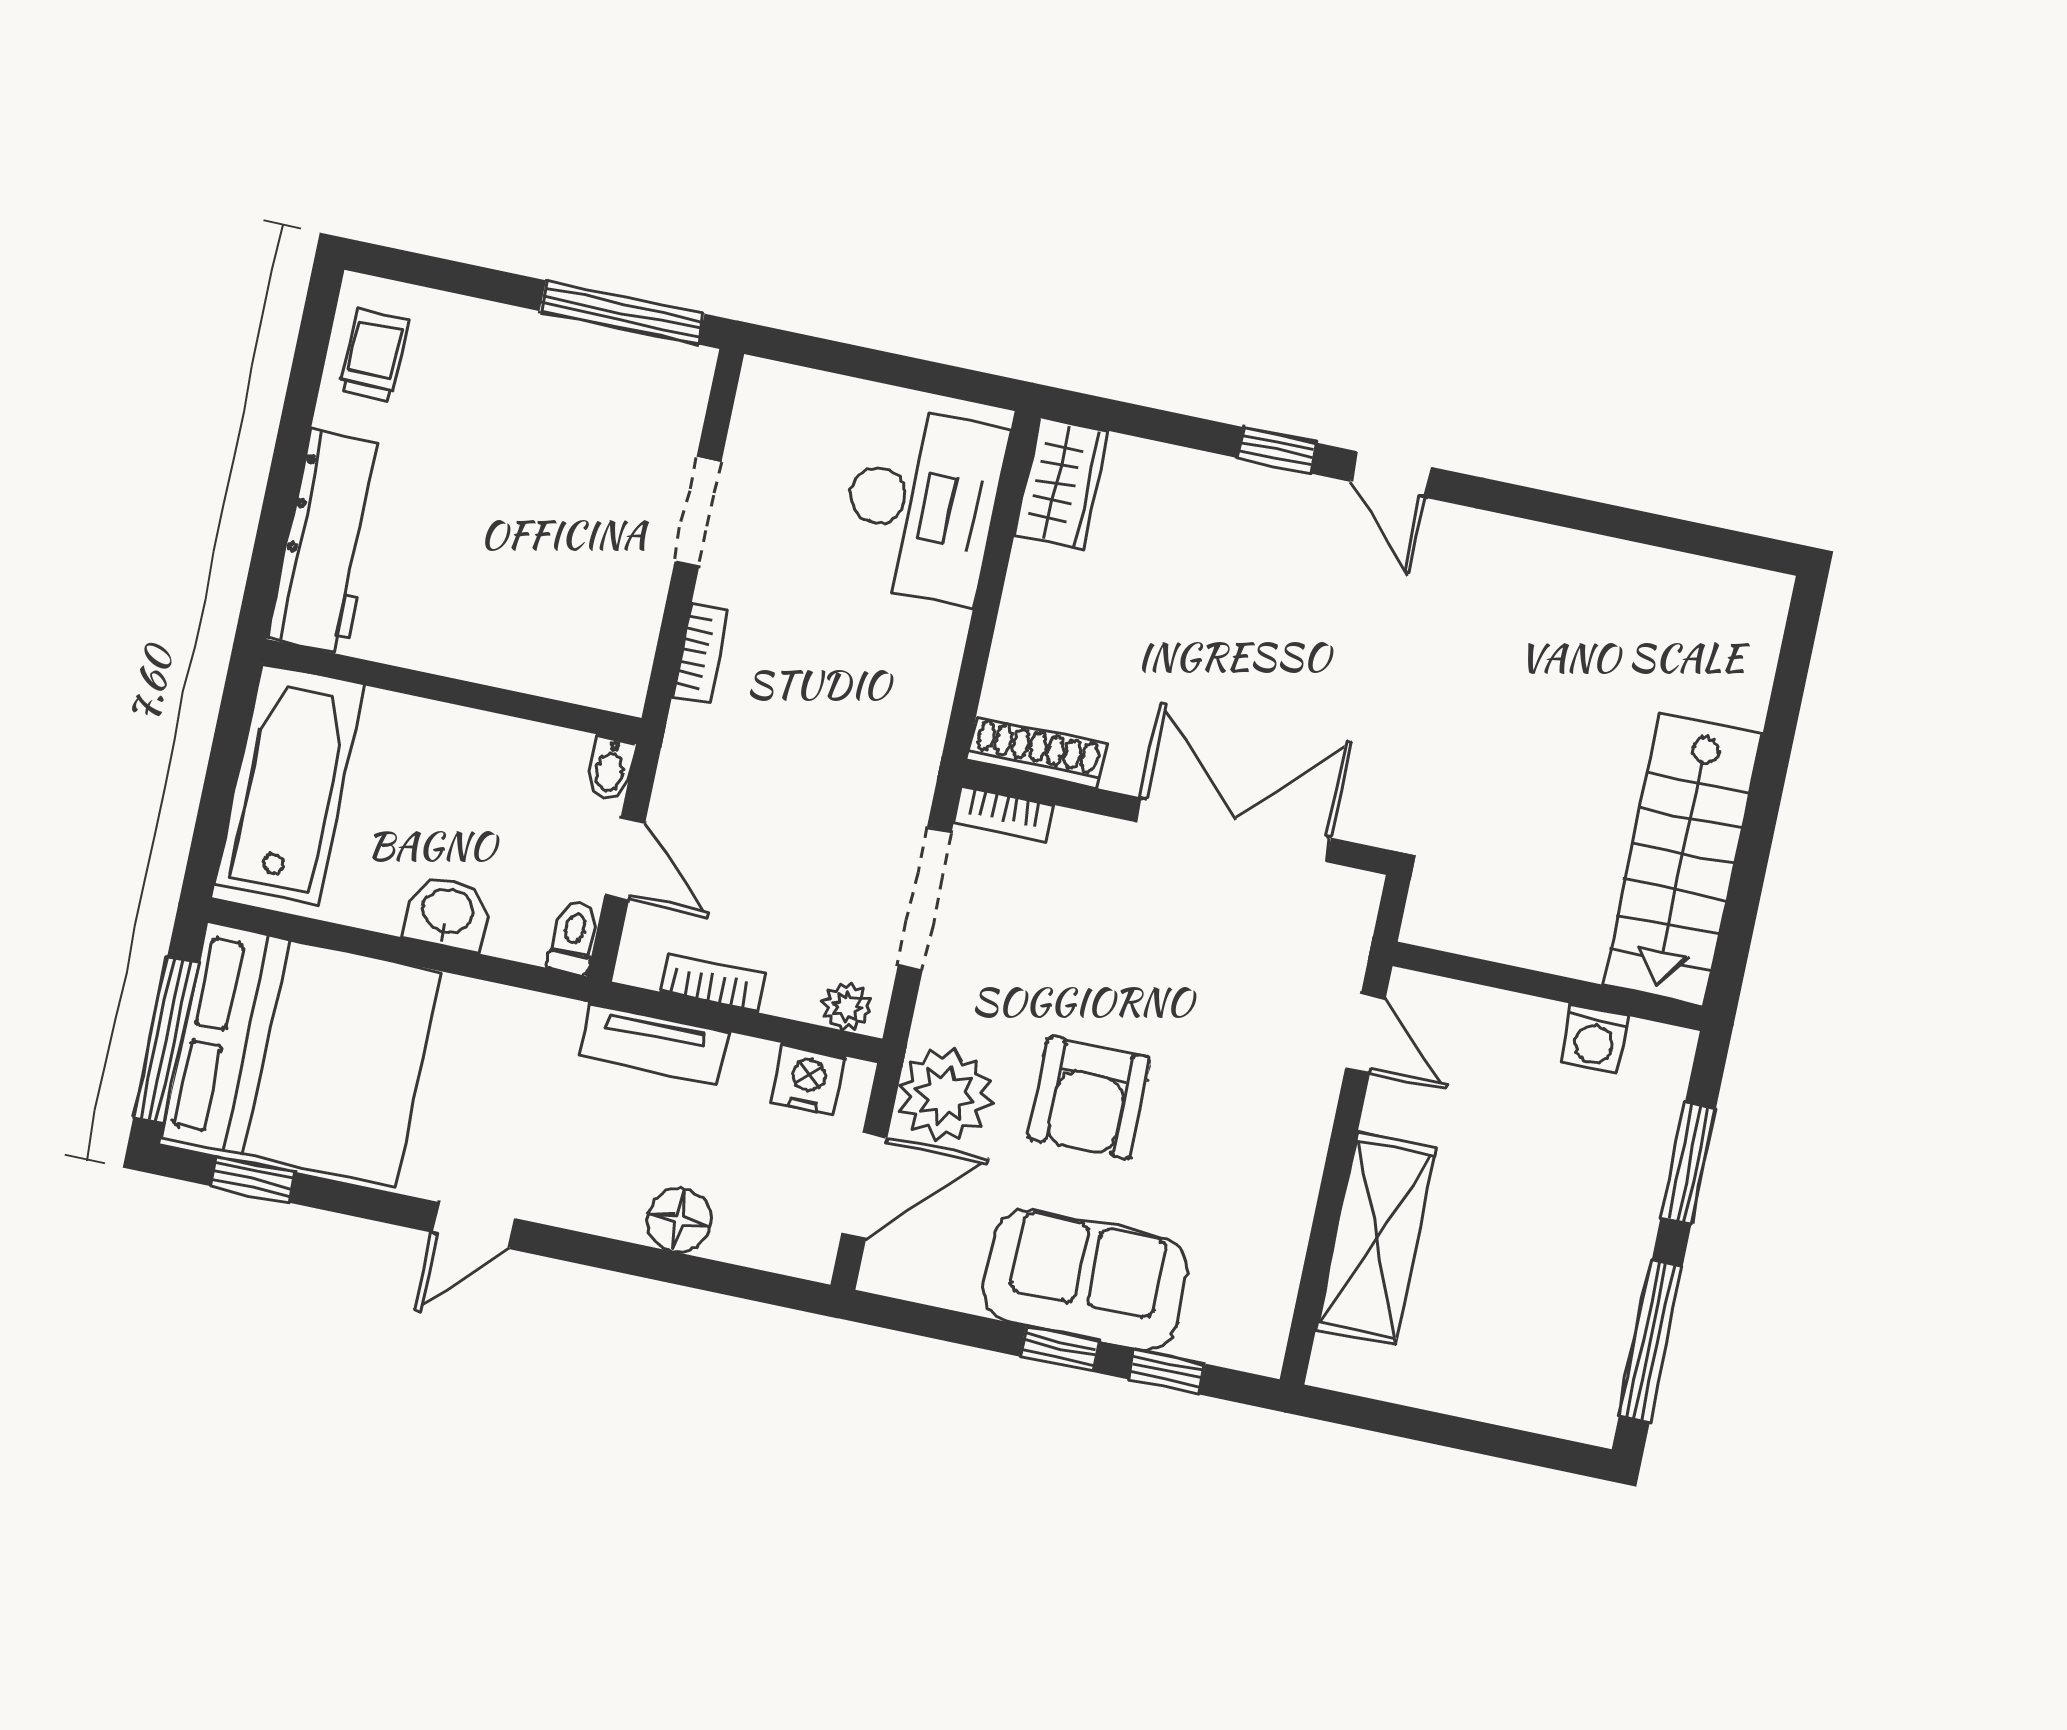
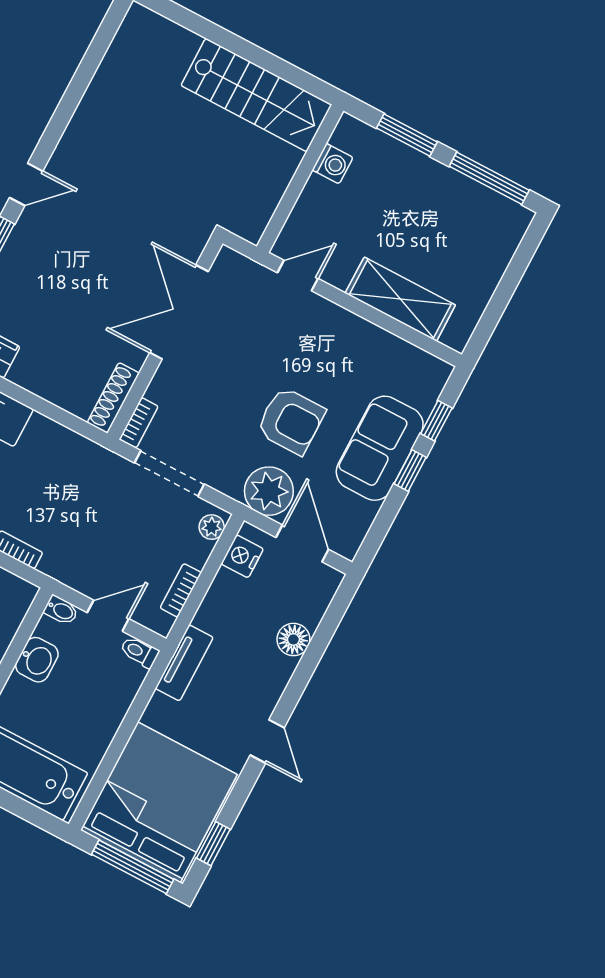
washbasin: (448, 913) -> (37, 660), moved, turned 180
tv unit: (654, 1044) -> (184, 663), moved

